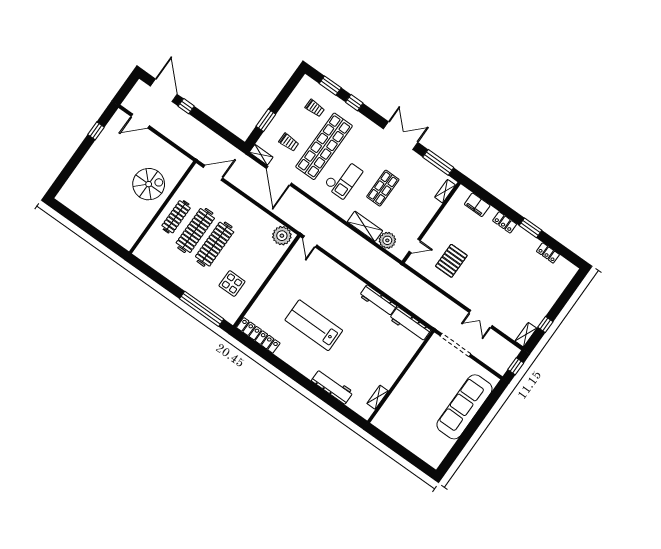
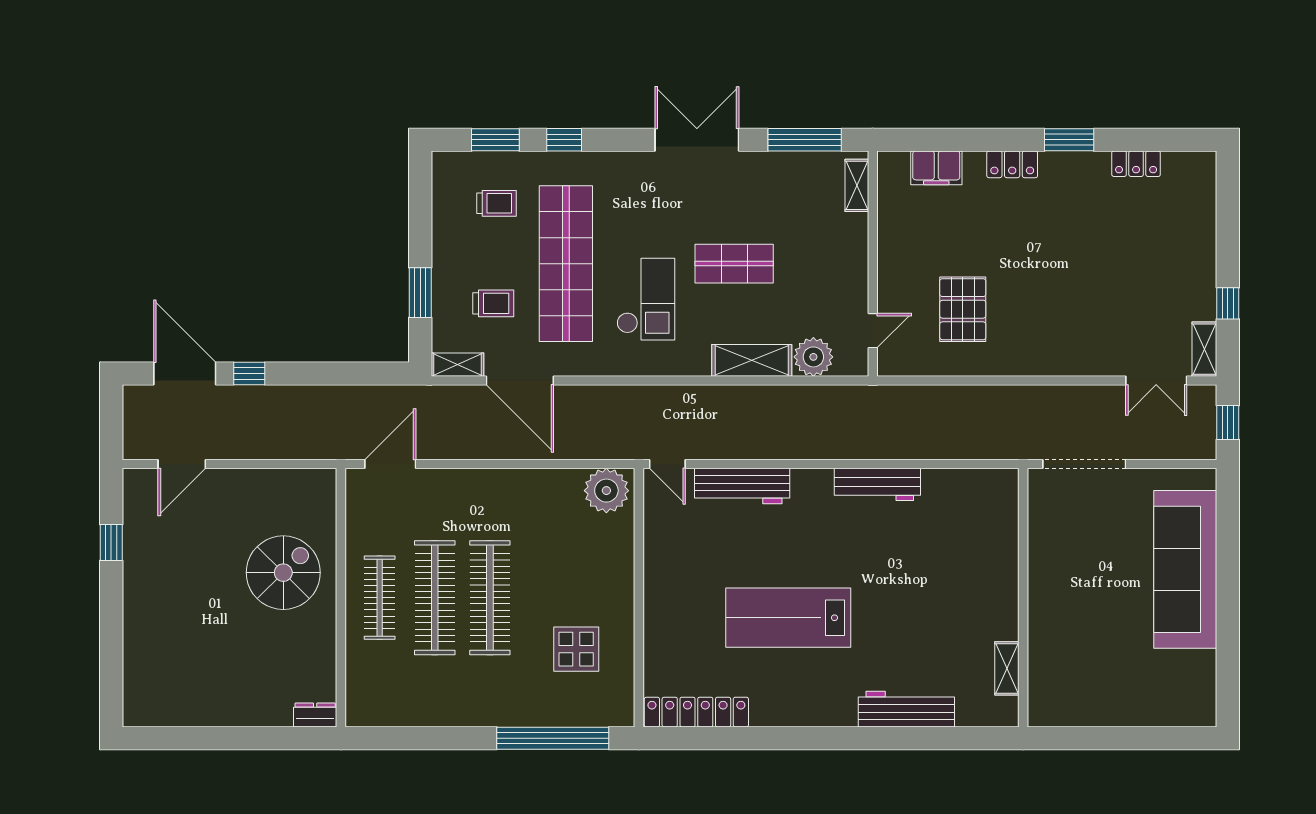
shop shelf: (383, 188) -> (734, 264), turned 90
dresser: (124, 242) -> (315, 715), added
double door: (481, 319) -> (1156, 381), moved
workbench: (410, 324) -> (742, 486), moved

